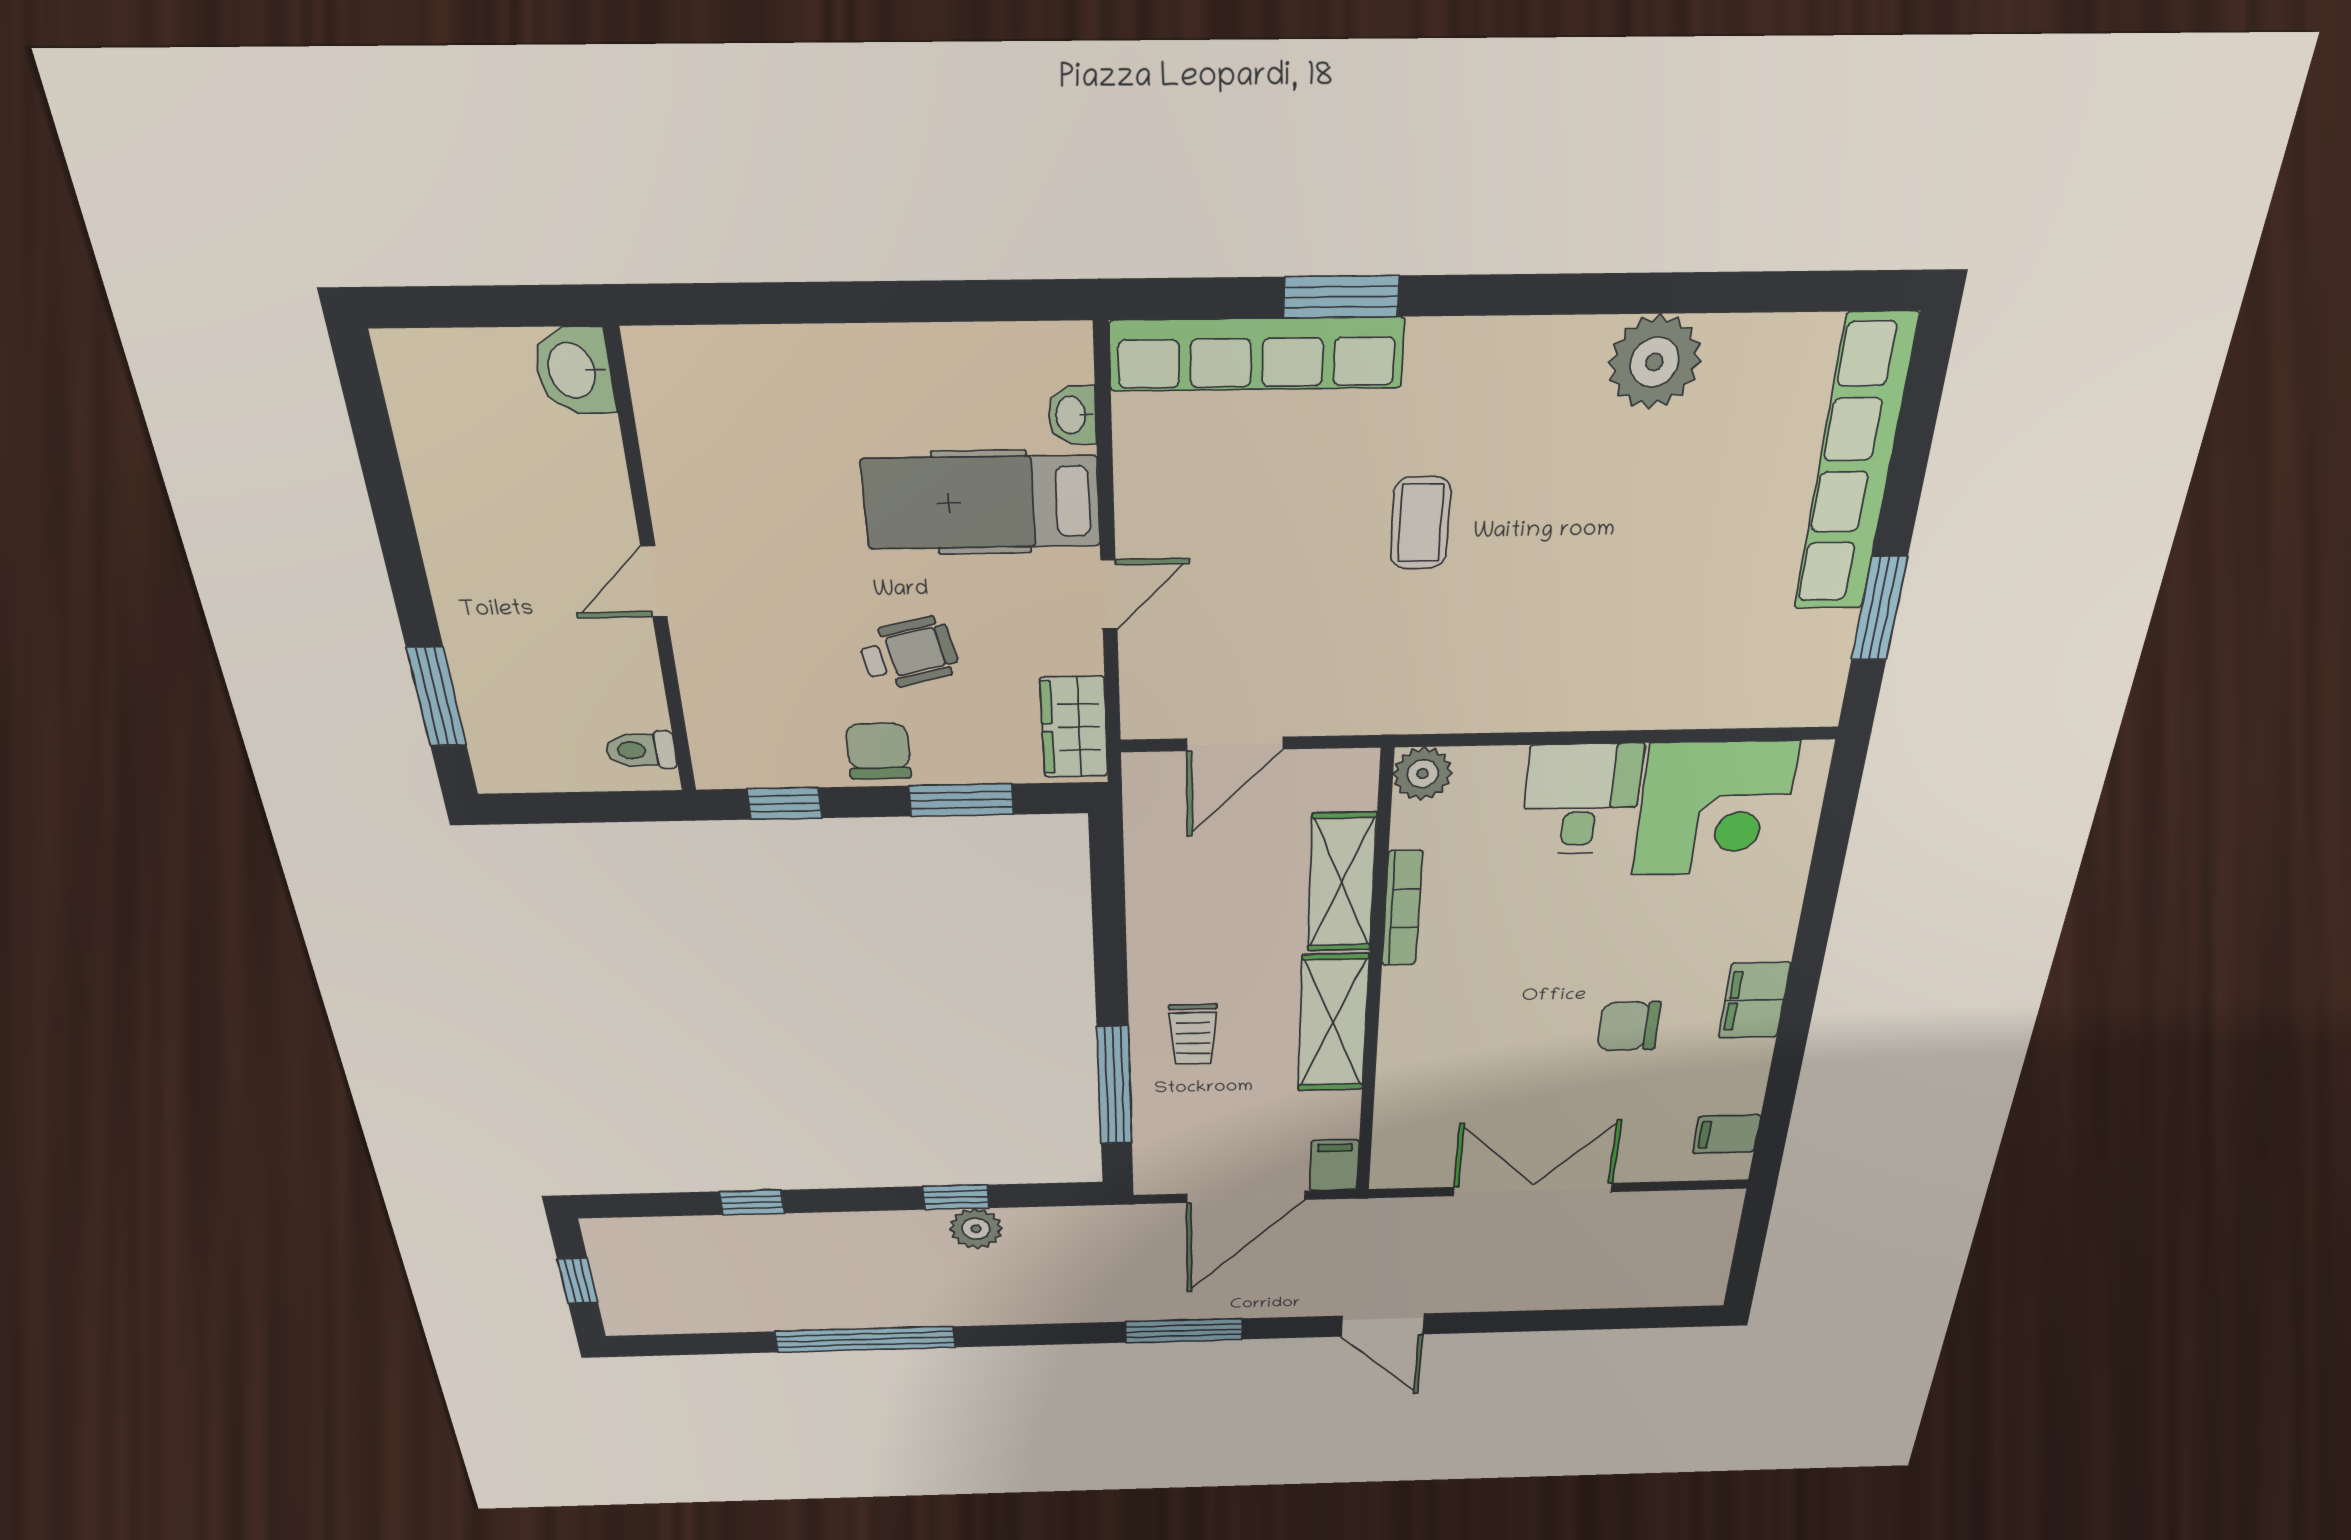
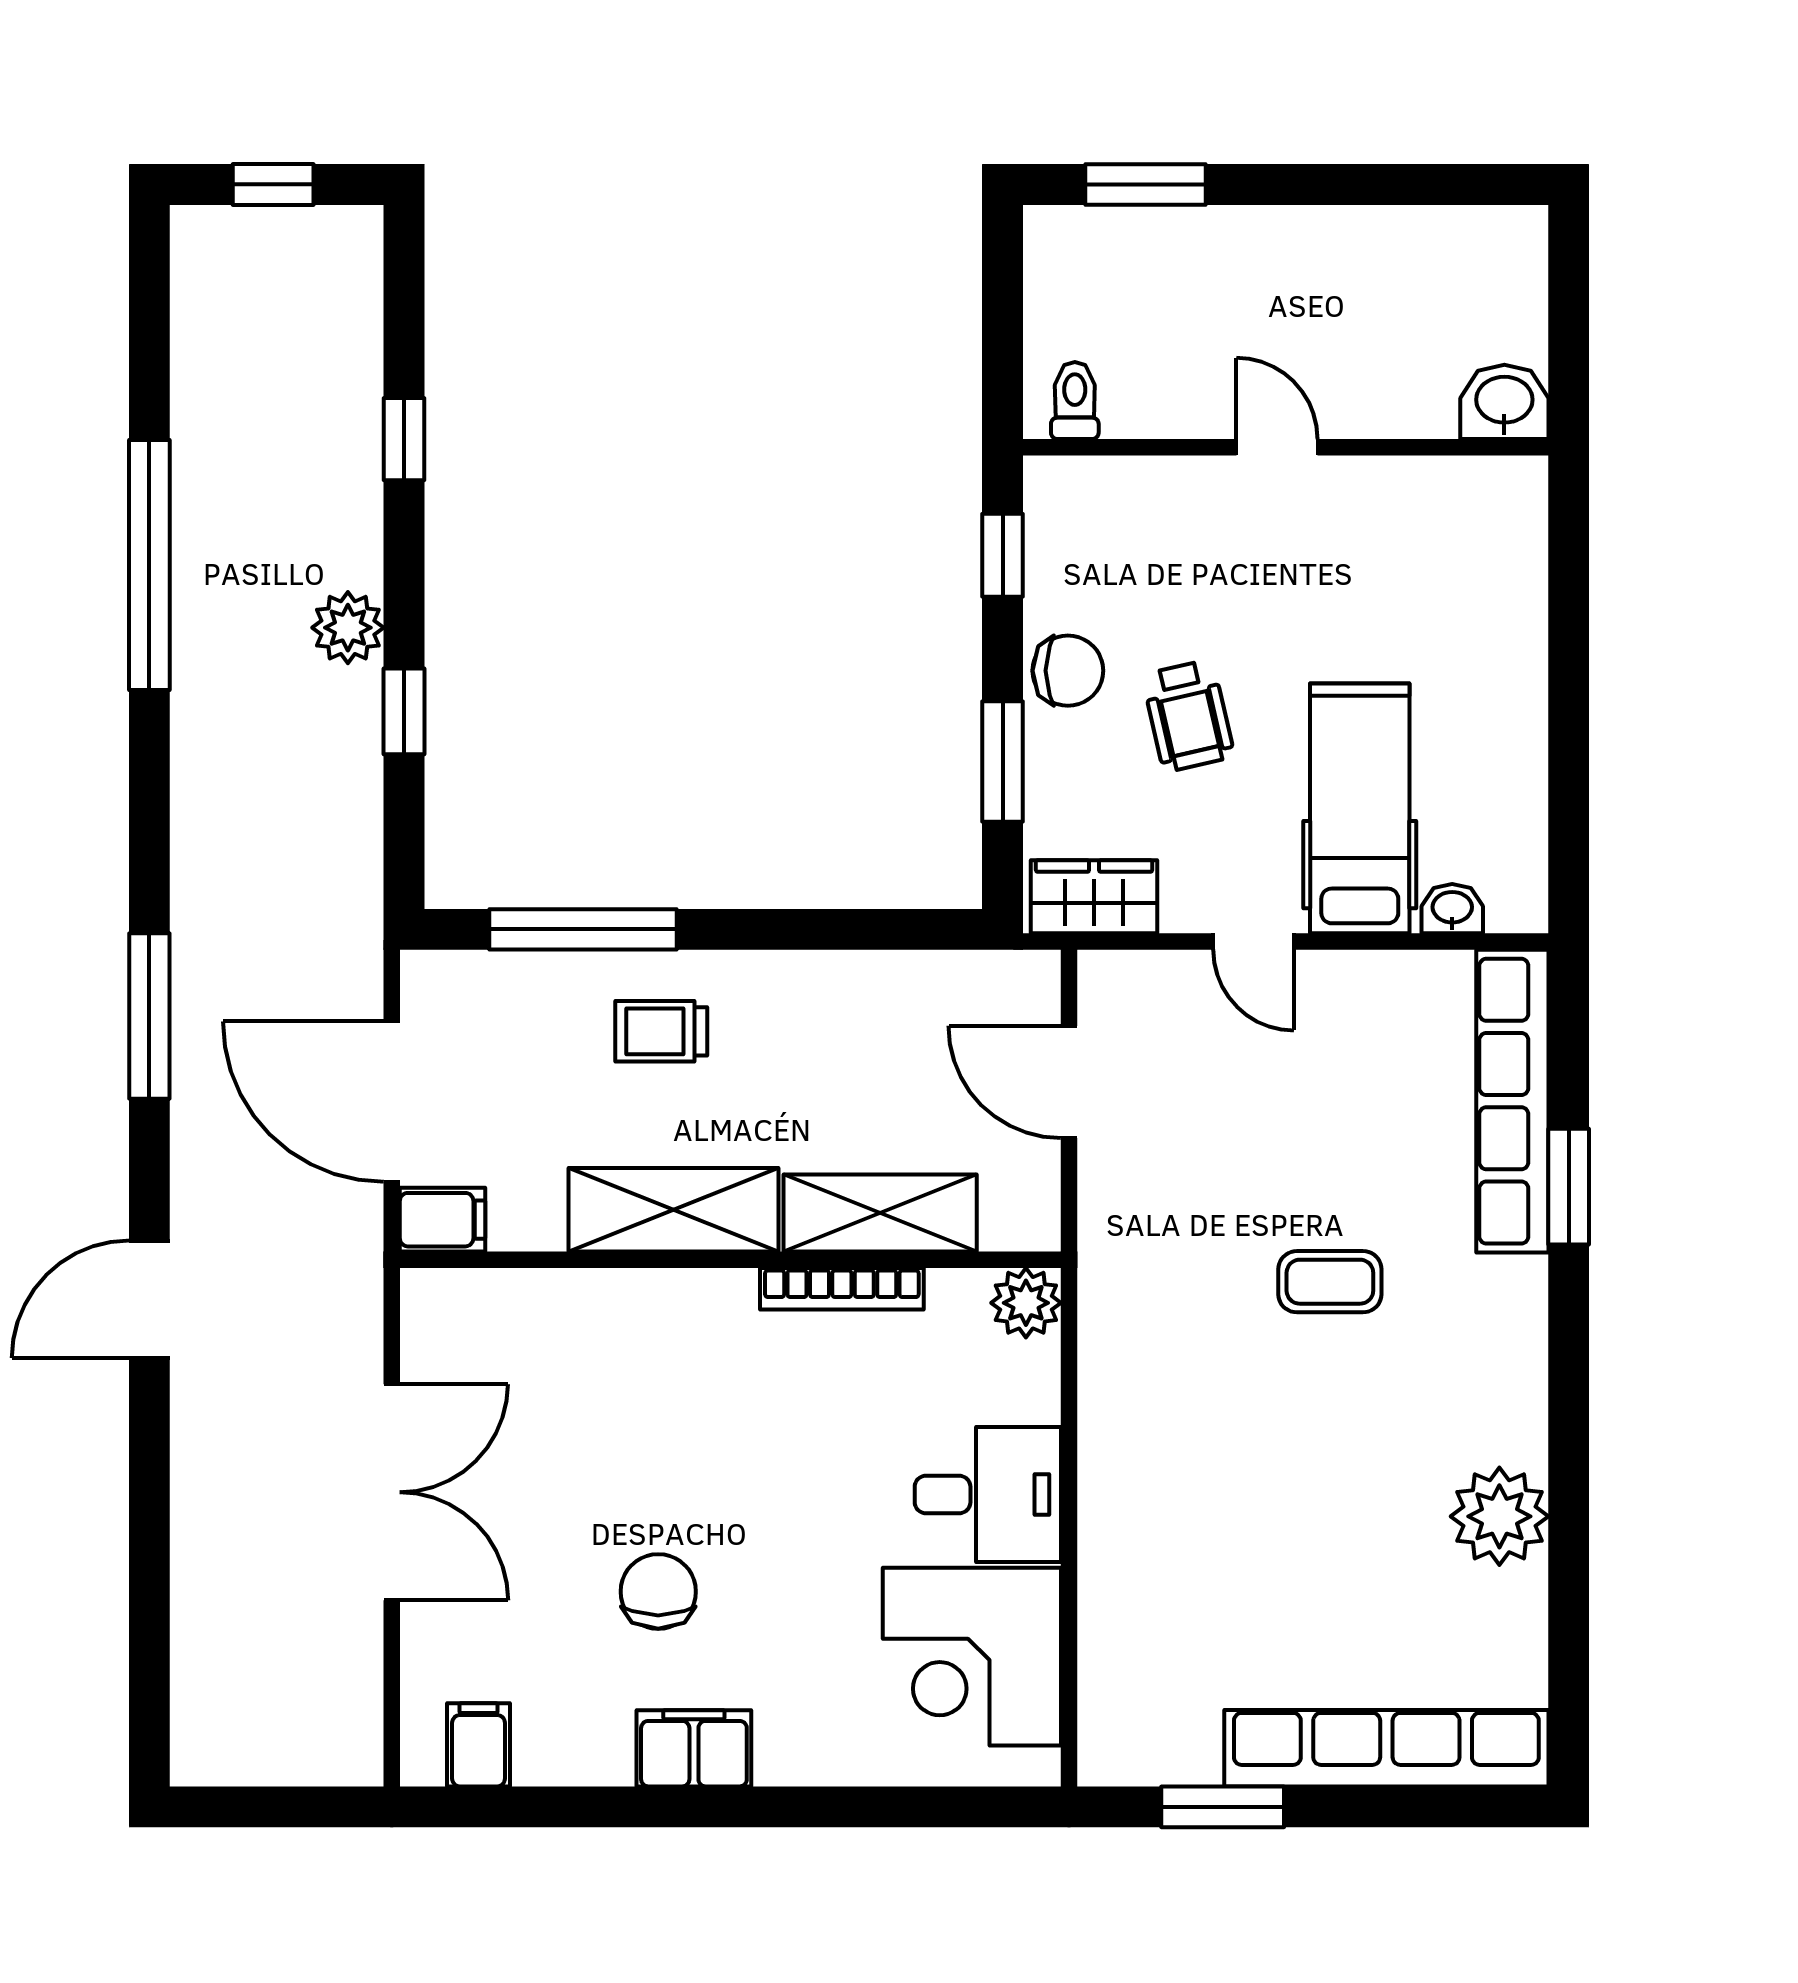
plant: (976, 1229) -> (348, 628), moved

